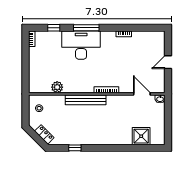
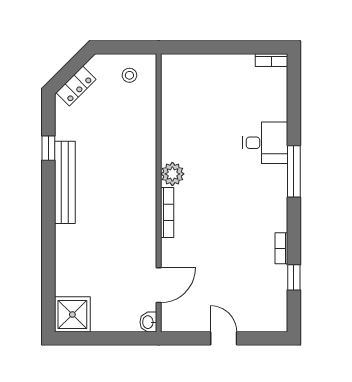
window: (54, 28) -> (294, 277), moved
desk: (81, 45) -> (265, 143), width x0.53, depth x0.77
plant: (57, 87) -> (172, 174), moved
bench: (86, 100) -> (65, 182), moved
shower: (141, 136) -> (72, 314), moved

